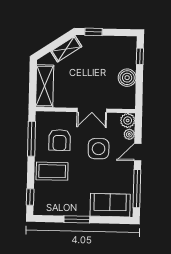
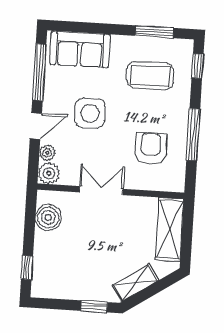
boiler: (127, 78) -> (48, 217), moved
window: (31, 139) -> (193, 135), moved
side table: (99, 149) -> (90, 113), moved
coffee table: (52, 171) -> (150, 76), moved
window: (77, 219) -> (154, 32), moved

